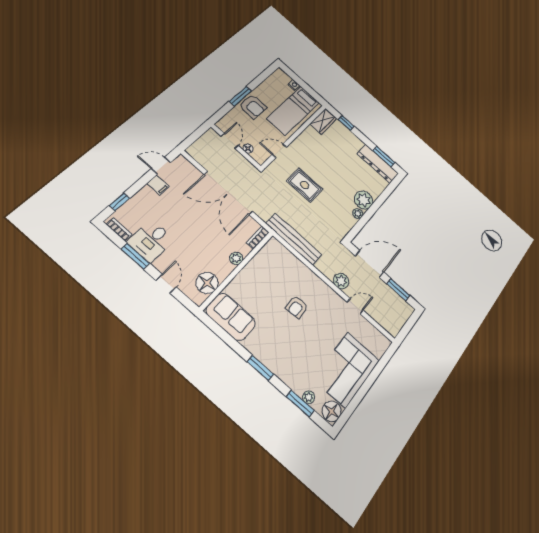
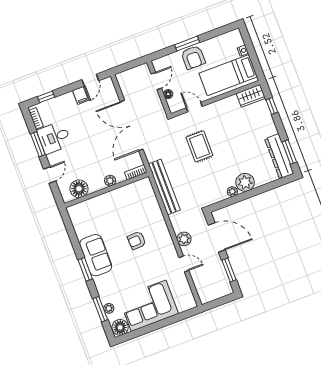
door: (161, 166) -> (90, 80), swing flipped
sofa: (231, 317) -> (96, 255), moved

